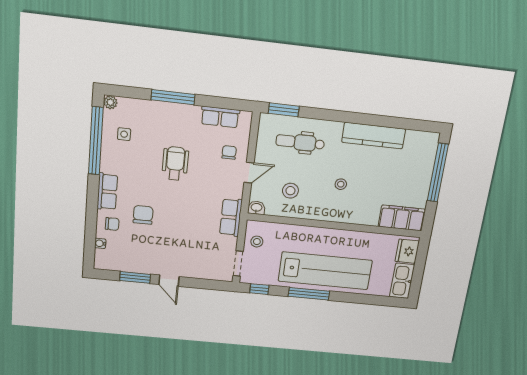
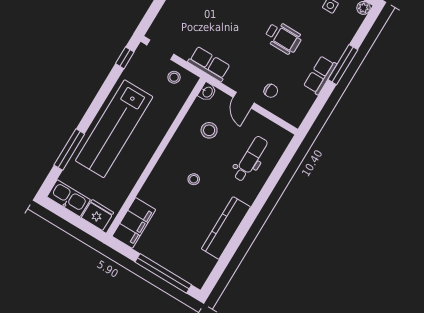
window: (284, 110) -> (287, 157), removed
row of seats: (220, 117) -> (320, 75), moved
window: (309, 294) -> (69, 150), moved

